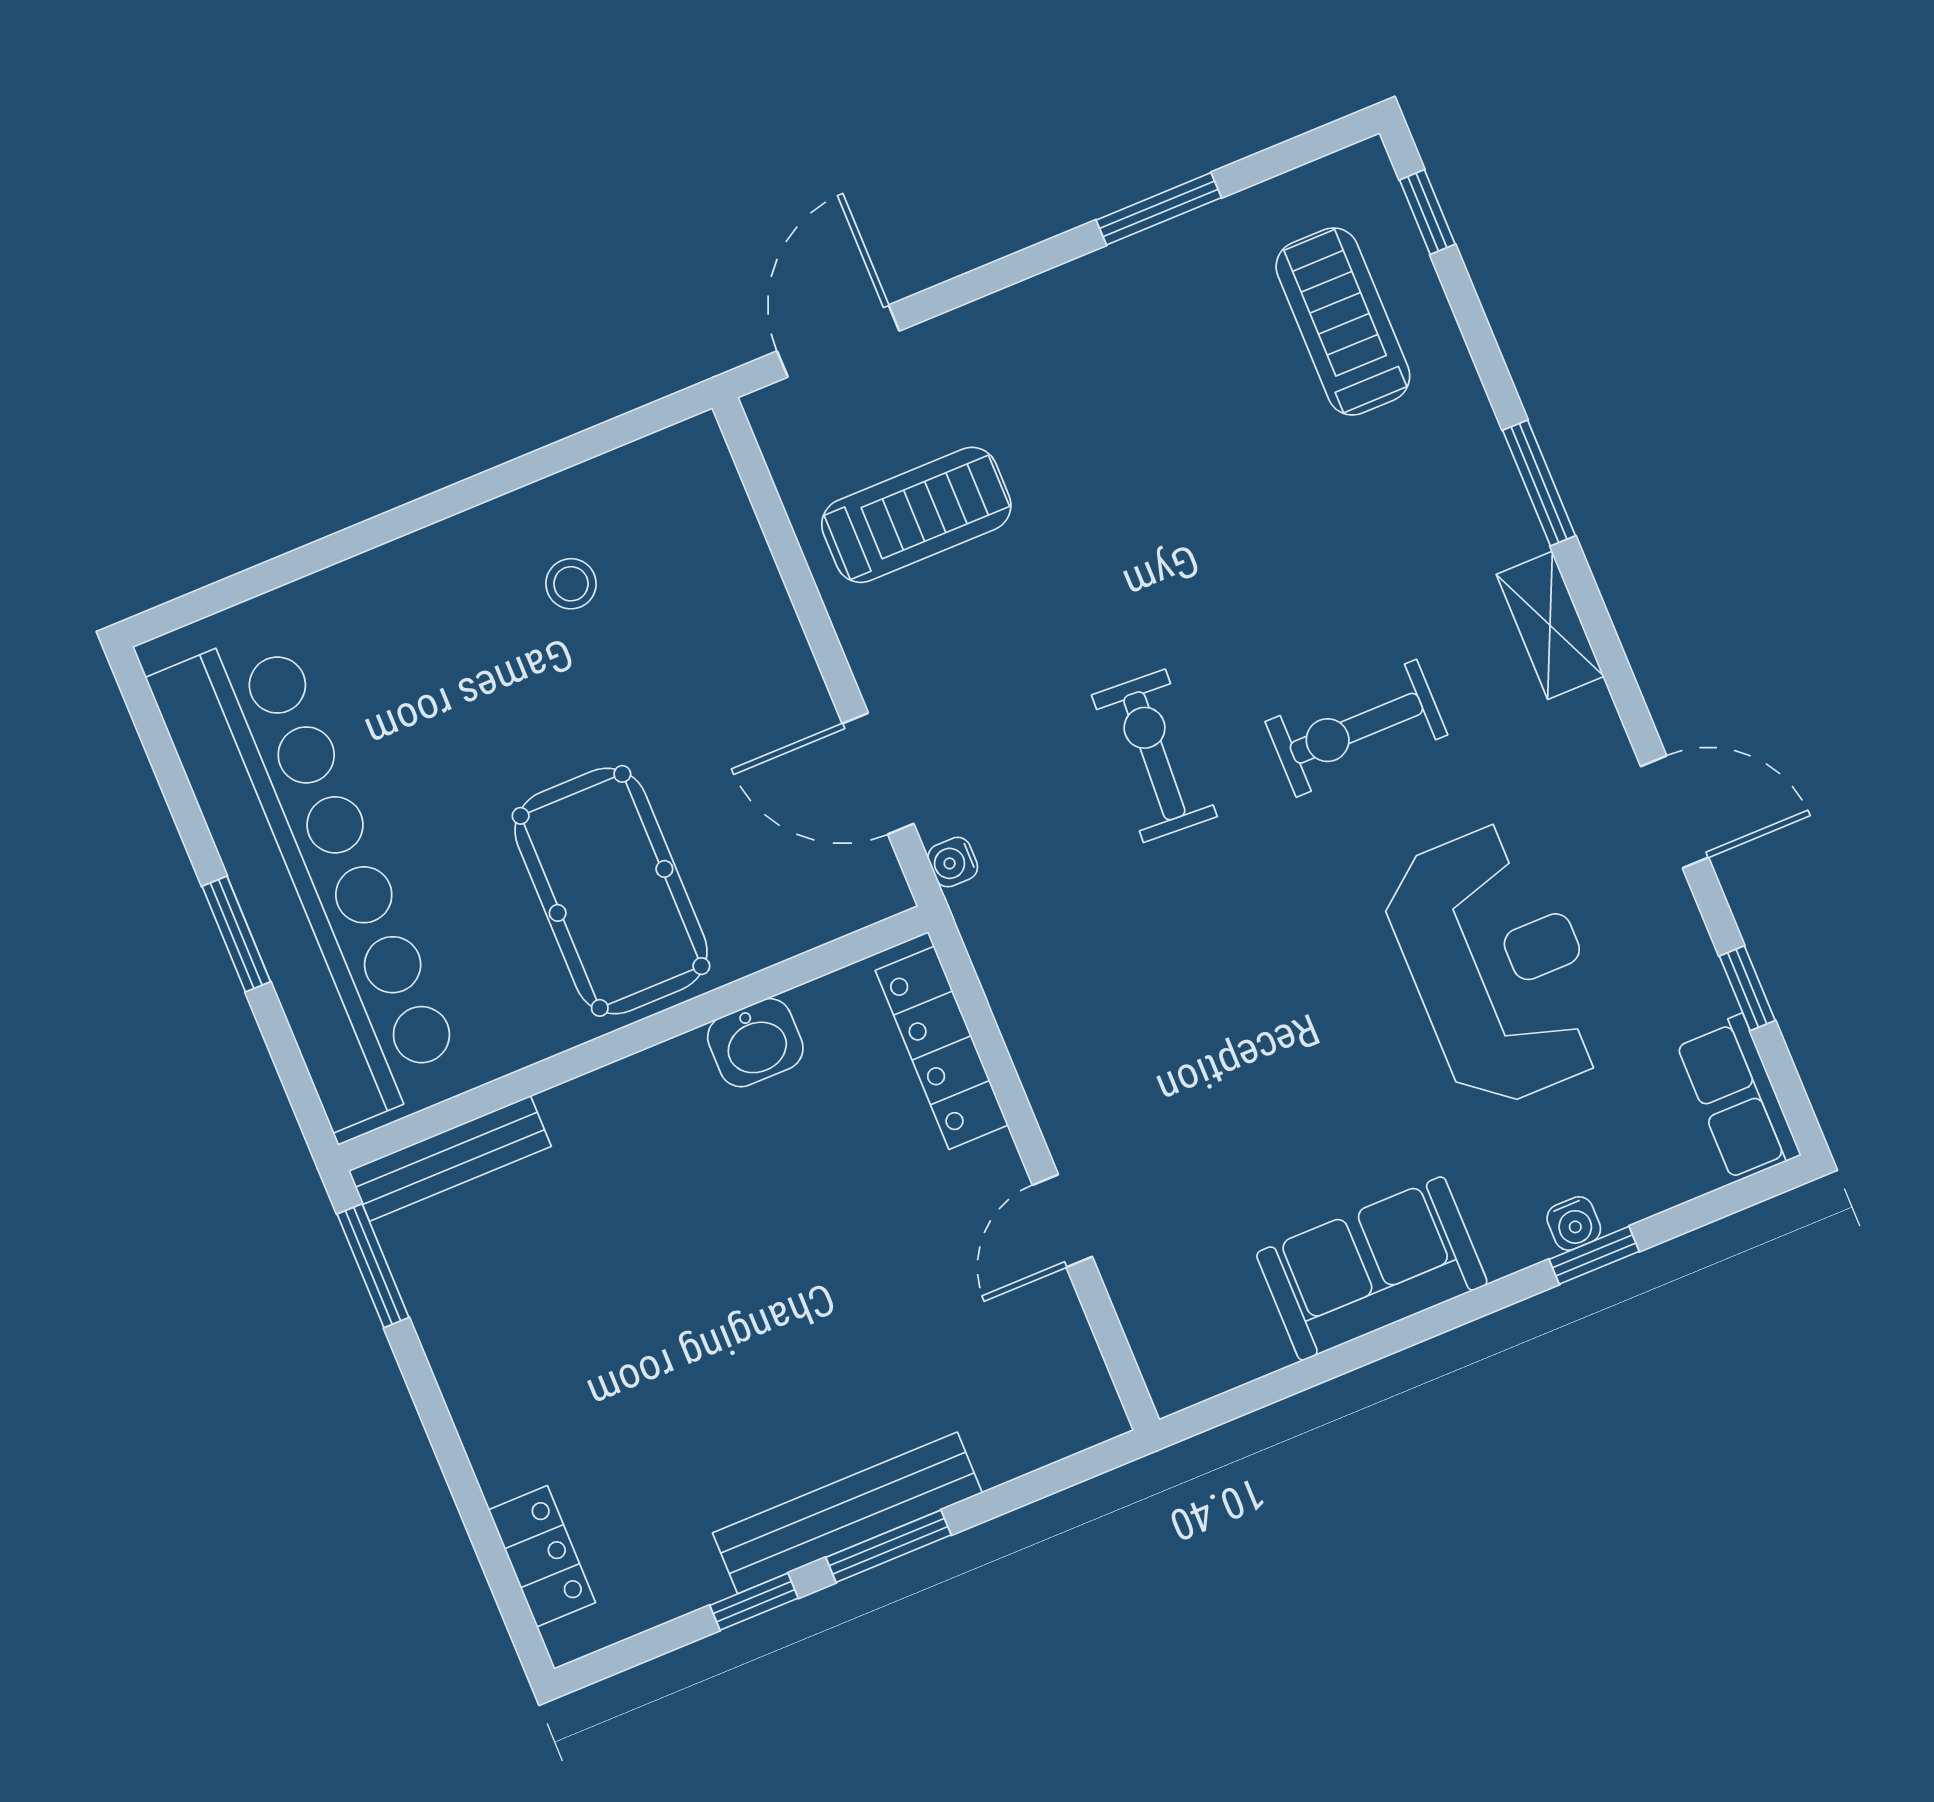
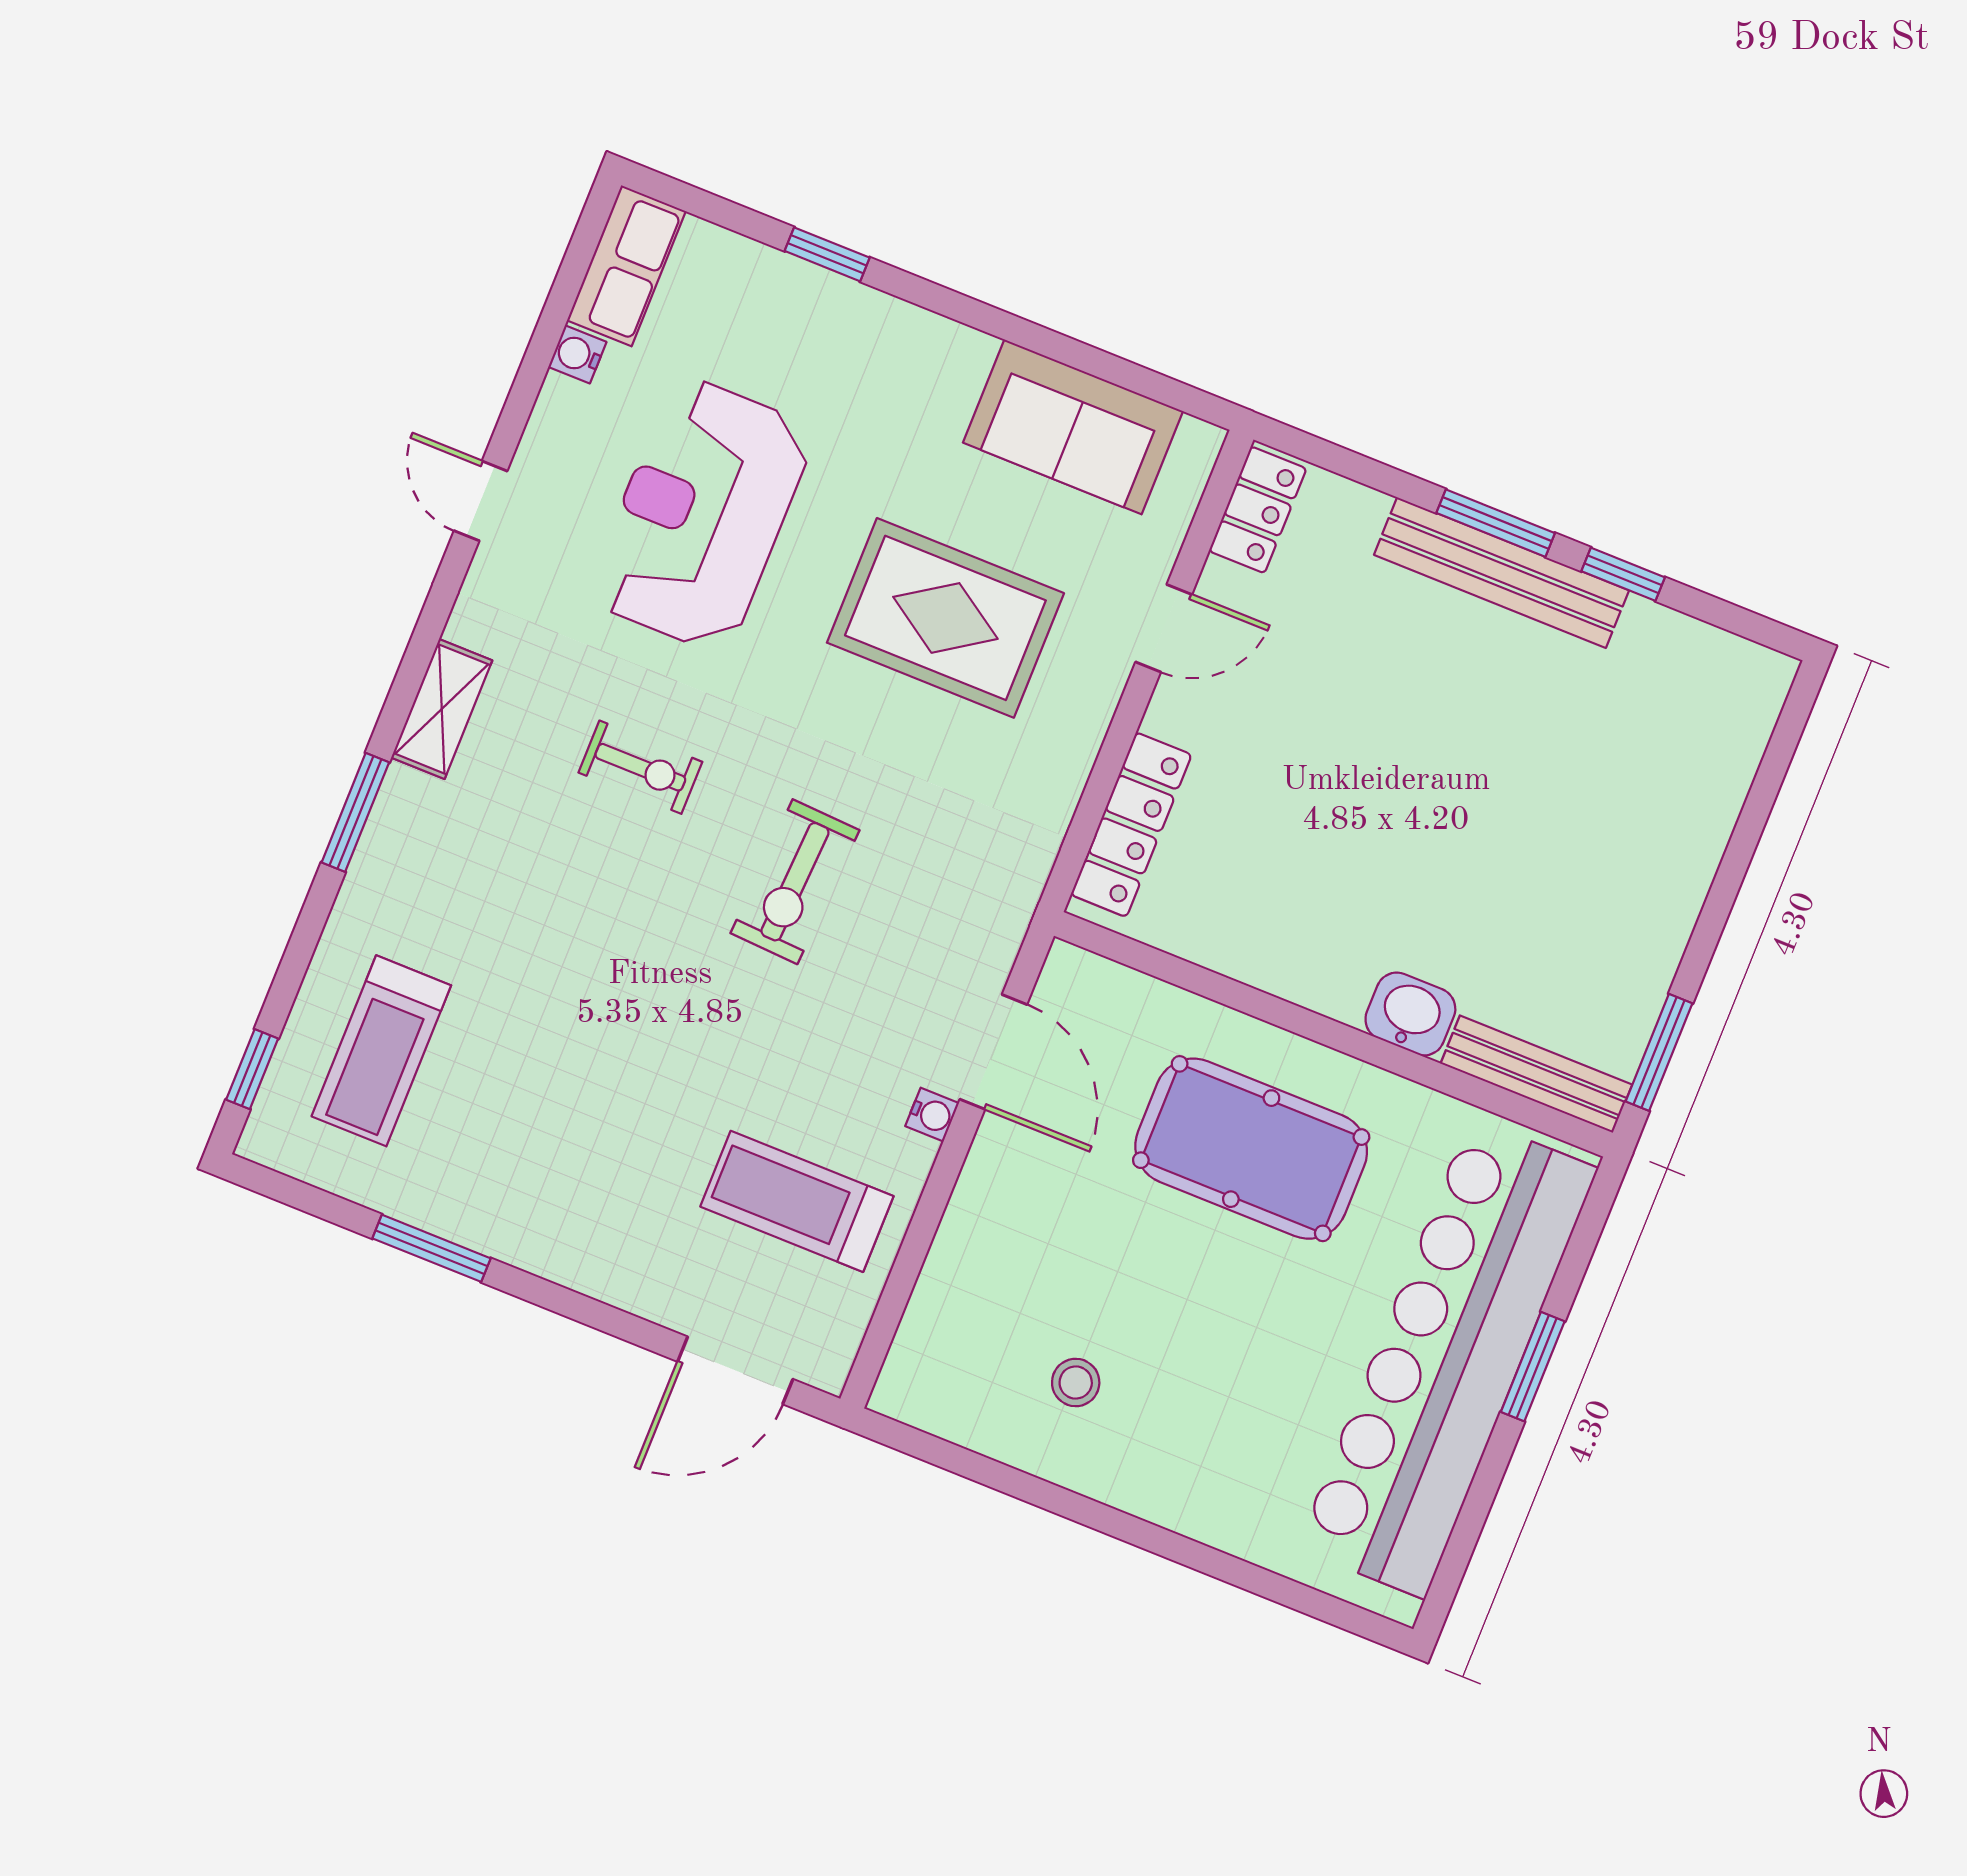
exercise bike: (1356, 728) -> (640, 767), width x0.73, depth x0.72
door: (1675, 812) -> (481, 501), width x0.73
water cooler: (953, 862) -> (932, 1115), moved
pool table: (611, 891) -> (1251, 1149), turned 90
window: (1747, 988) -> (548, 334), removed
washbasin: (755, 1043) -> (1410, 1014), moved
rug: (1235, 1067) -> (945, 618), added
water cooler: (1574, 1223) -> (577, 354), moved, turned -90
sofa: (1372, 1269) -> (1073, 427), moved
locker: (542, 1556) -> (1258, 510), moved, turned 180

